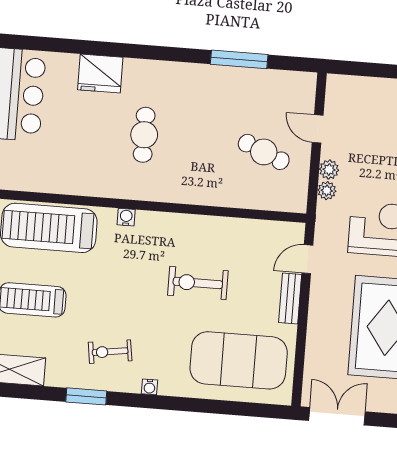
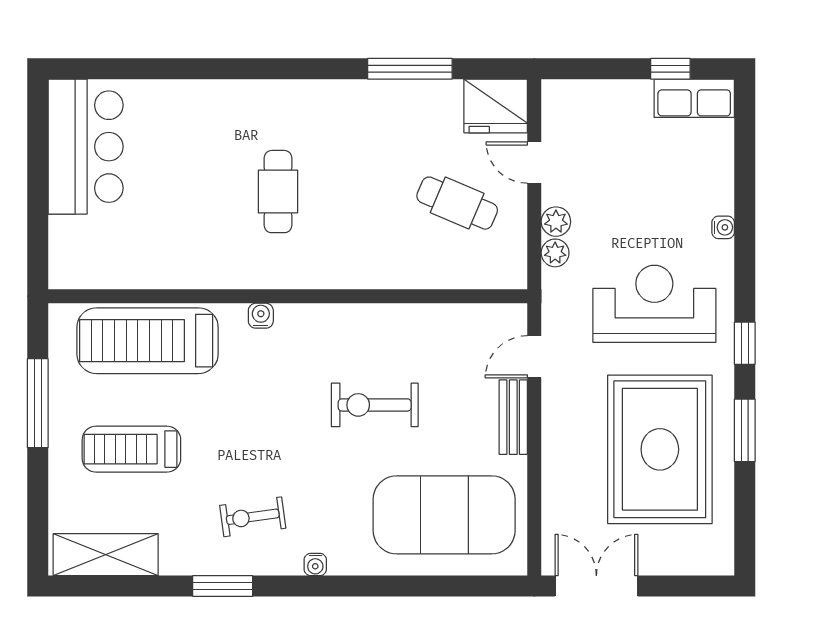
fridge: (100, 74) -> (496, 106), moved

